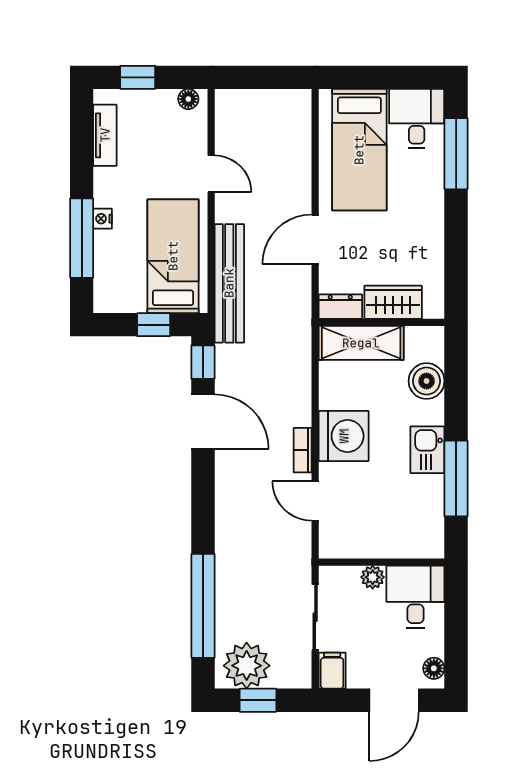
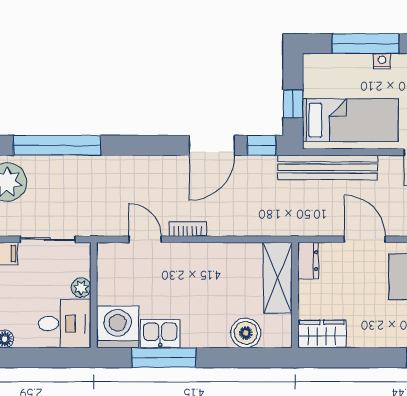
wardrobe: (393, 302) -> (322, 334), moved, turned -90
washing machine: (344, 436) -> (118, 327), moved, turned 180
kitchen sink: (427, 450) -> (160, 334), moved
door: (315, 501) -> (145, 239), hinge flipped

